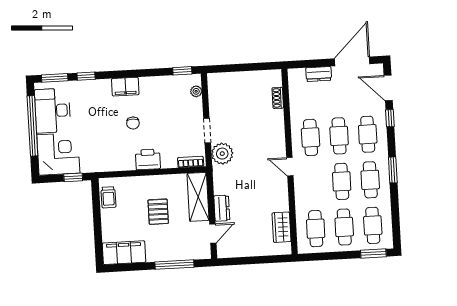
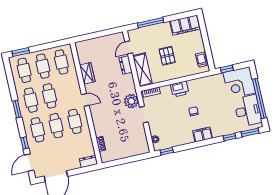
dresser: (319, 74) -> (89, 161), moved
door: (388, 88) -> (29, 163), swing flipped
wardrobe: (281, 227) -> (87, 73), moved

